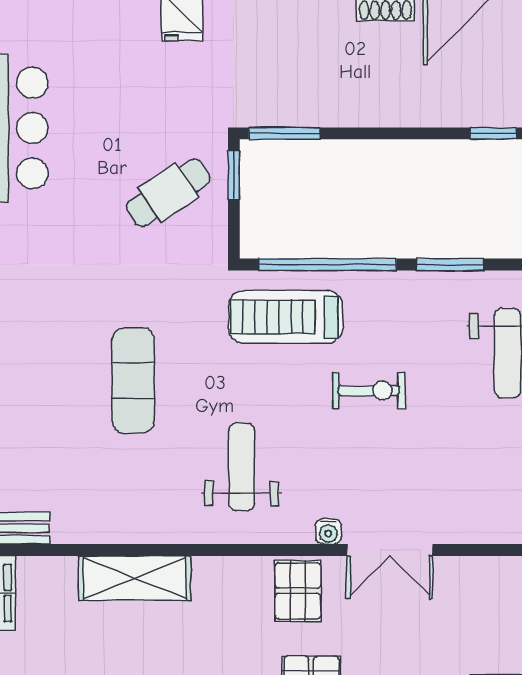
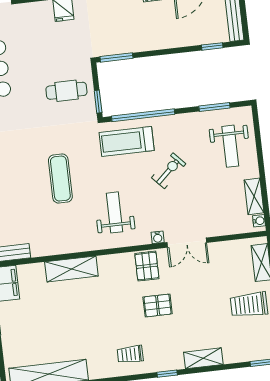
window: (234, 175) -> (98, 102), moved
cafe table: (168, 193) -> (66, 91), turned 34
window: (450, 265) -> (214, 107), moved
exercise bike: (369, 391) -> (169, 171), turned -43

